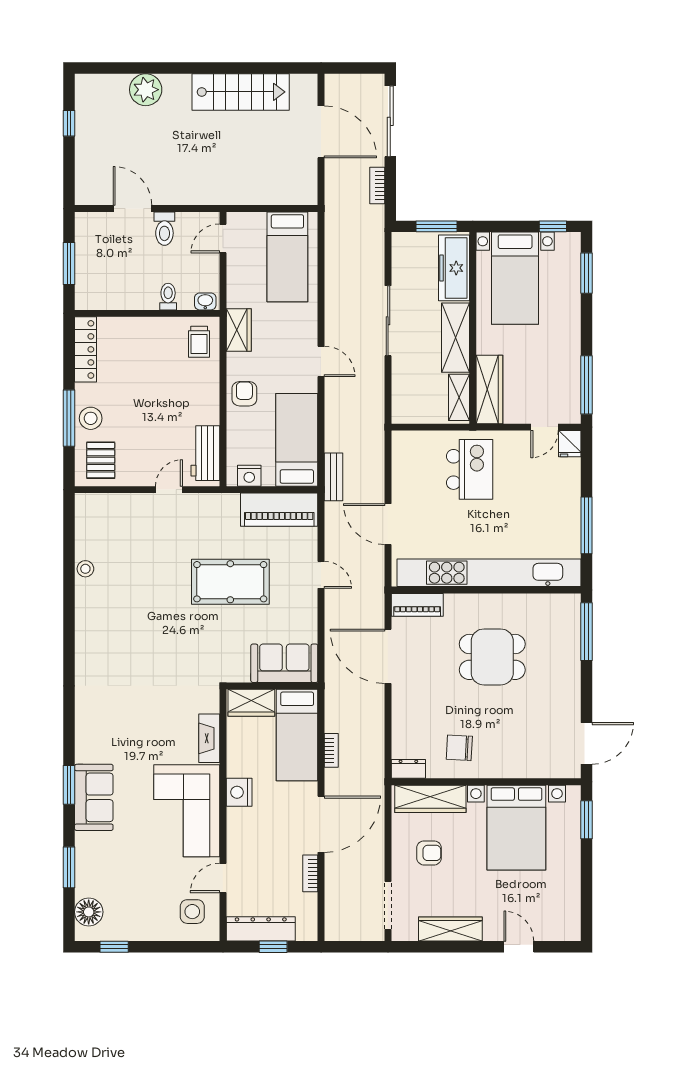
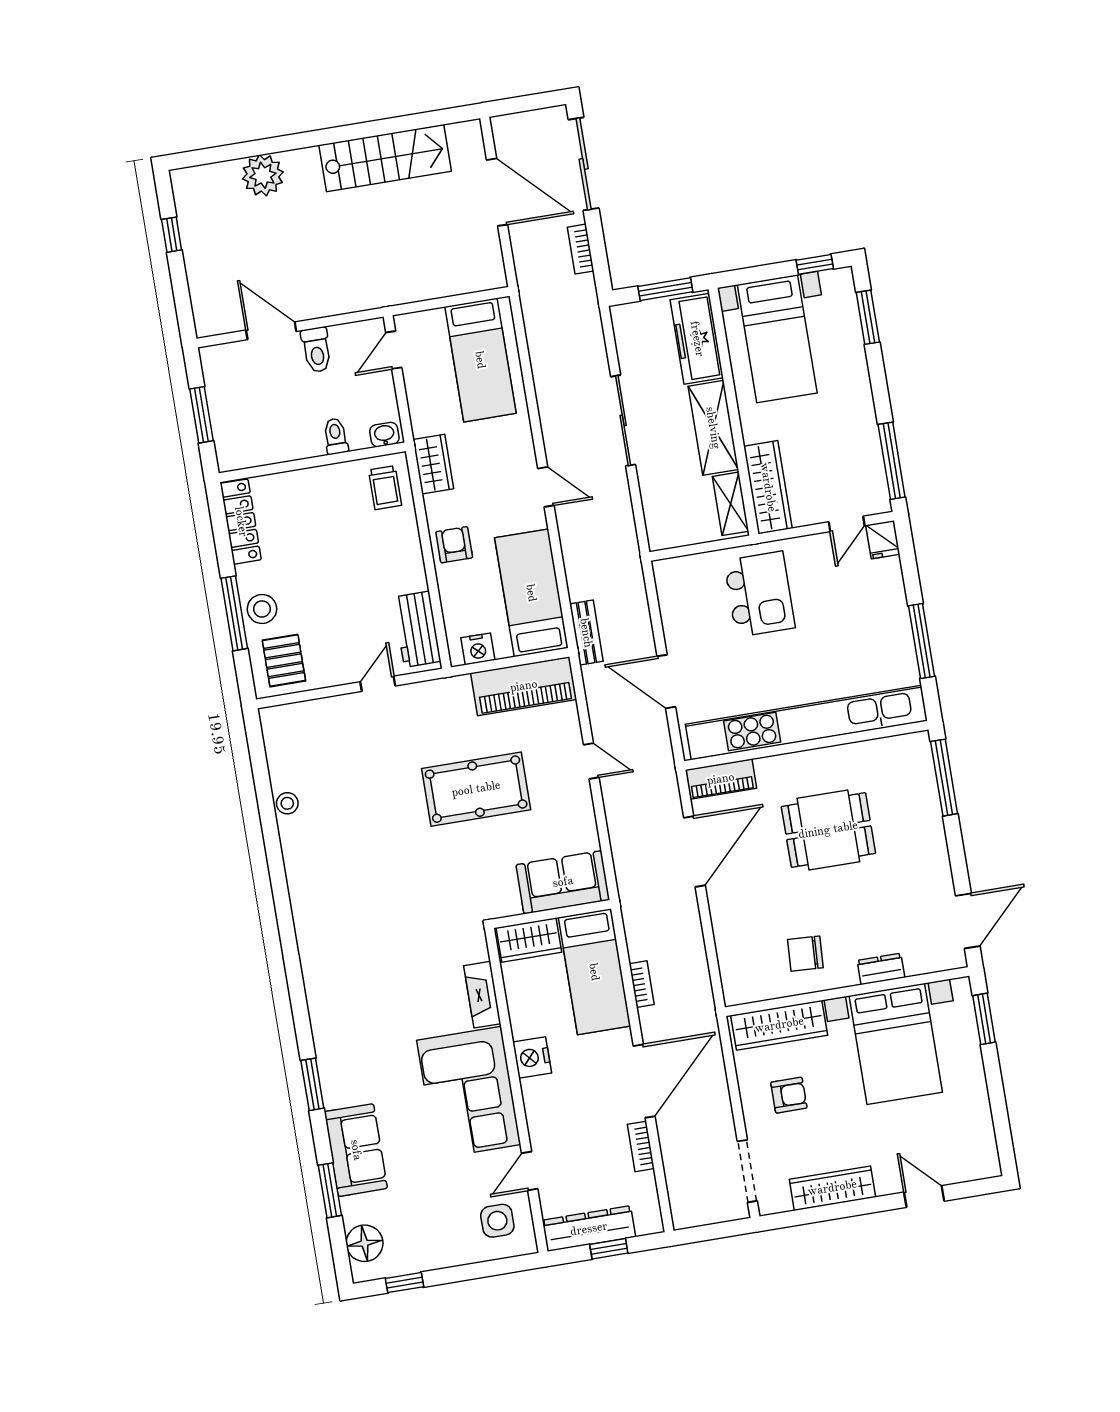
door: (388, 656) -> (694, 851), swing flipped
dresser: (408, 769) -> (881, 969), moved
sofa: (94, 797) -> (356, 1150), moved

